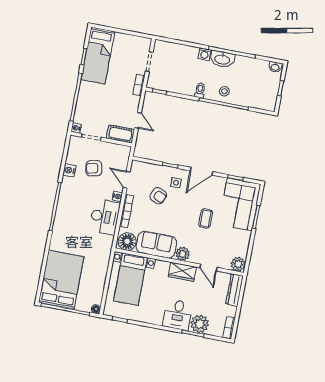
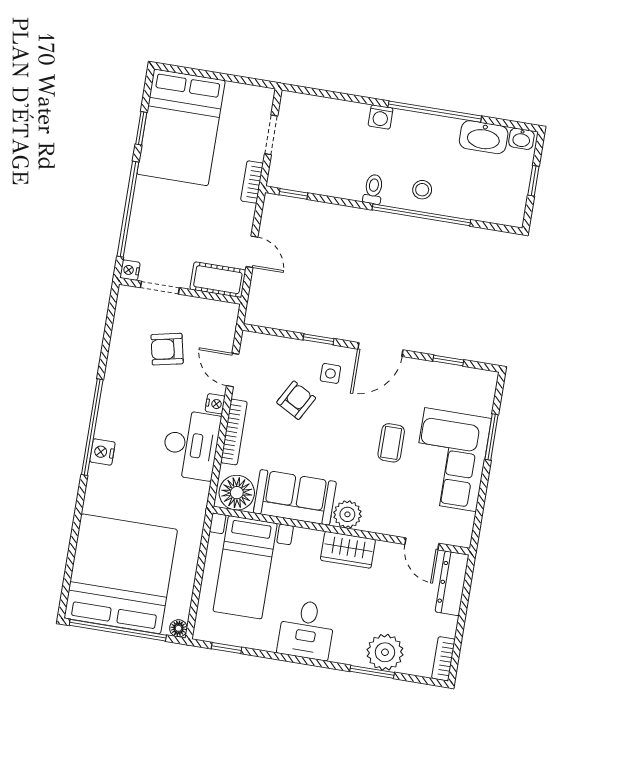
bed: (98, 56) -> (181, 127), width x1.50
washbasin: (222, 59) -> (484, 137), moved
nightstand: (69, 170) -> (102, 452), moved
armchair: (158, 196) -> (296, 400), turned -86
corner sofa: (240, 204) -> (450, 460), moved
plant: (238, 264) -> (458, 532), removed
door: (208, 268) -> (422, 544), moved
bed: (61, 280) -> (121, 574), width x1.36
desk: (178, 315) -> (306, 630), moved

